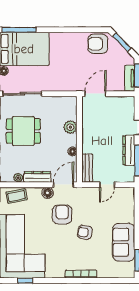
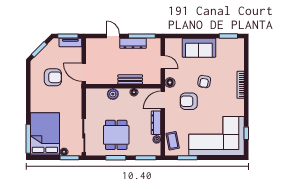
armchair: (98, 44) -> (53, 77), moved, turned -90
bench: (87, 168) -> (130, 79), moved
door: (63, 185) -> (163, 100), hinge flipped
floor lamp: (48, 193) -> (170, 83), moved
sofa: (124, 242) -> (199, 48), moved

